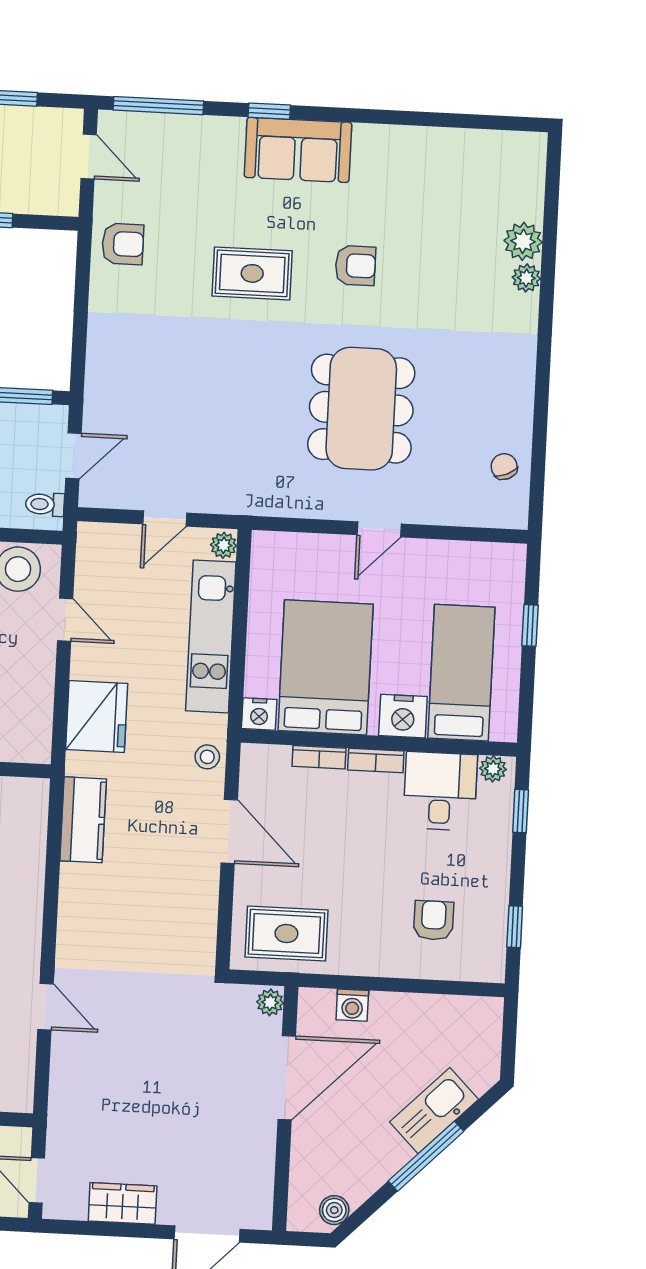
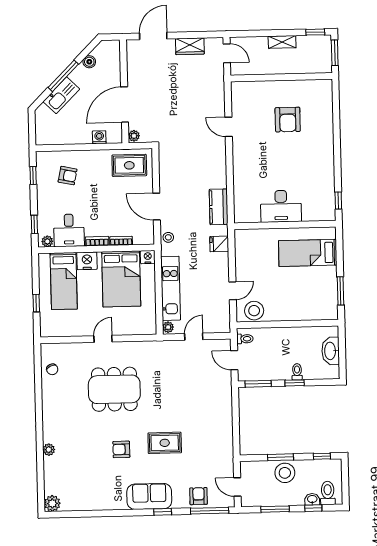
plant: (523, 241) -> (52, 503), moved
armchair: (123, 244) -> (199, 496), moved, turned 90
dining table: (361, 409) -> (114, 389), turned 90
door: (73, 456) -> (234, 360), hinge flipped
door: (65, 620) -> (233, 291), swing flipped
fridge: (97, 717) -> (219, 244), width x0.53, depth x0.75
armchair: (434, 920) -> (68, 176), turned -78
boiler: (334, 1210) -> (89, 62), moved

